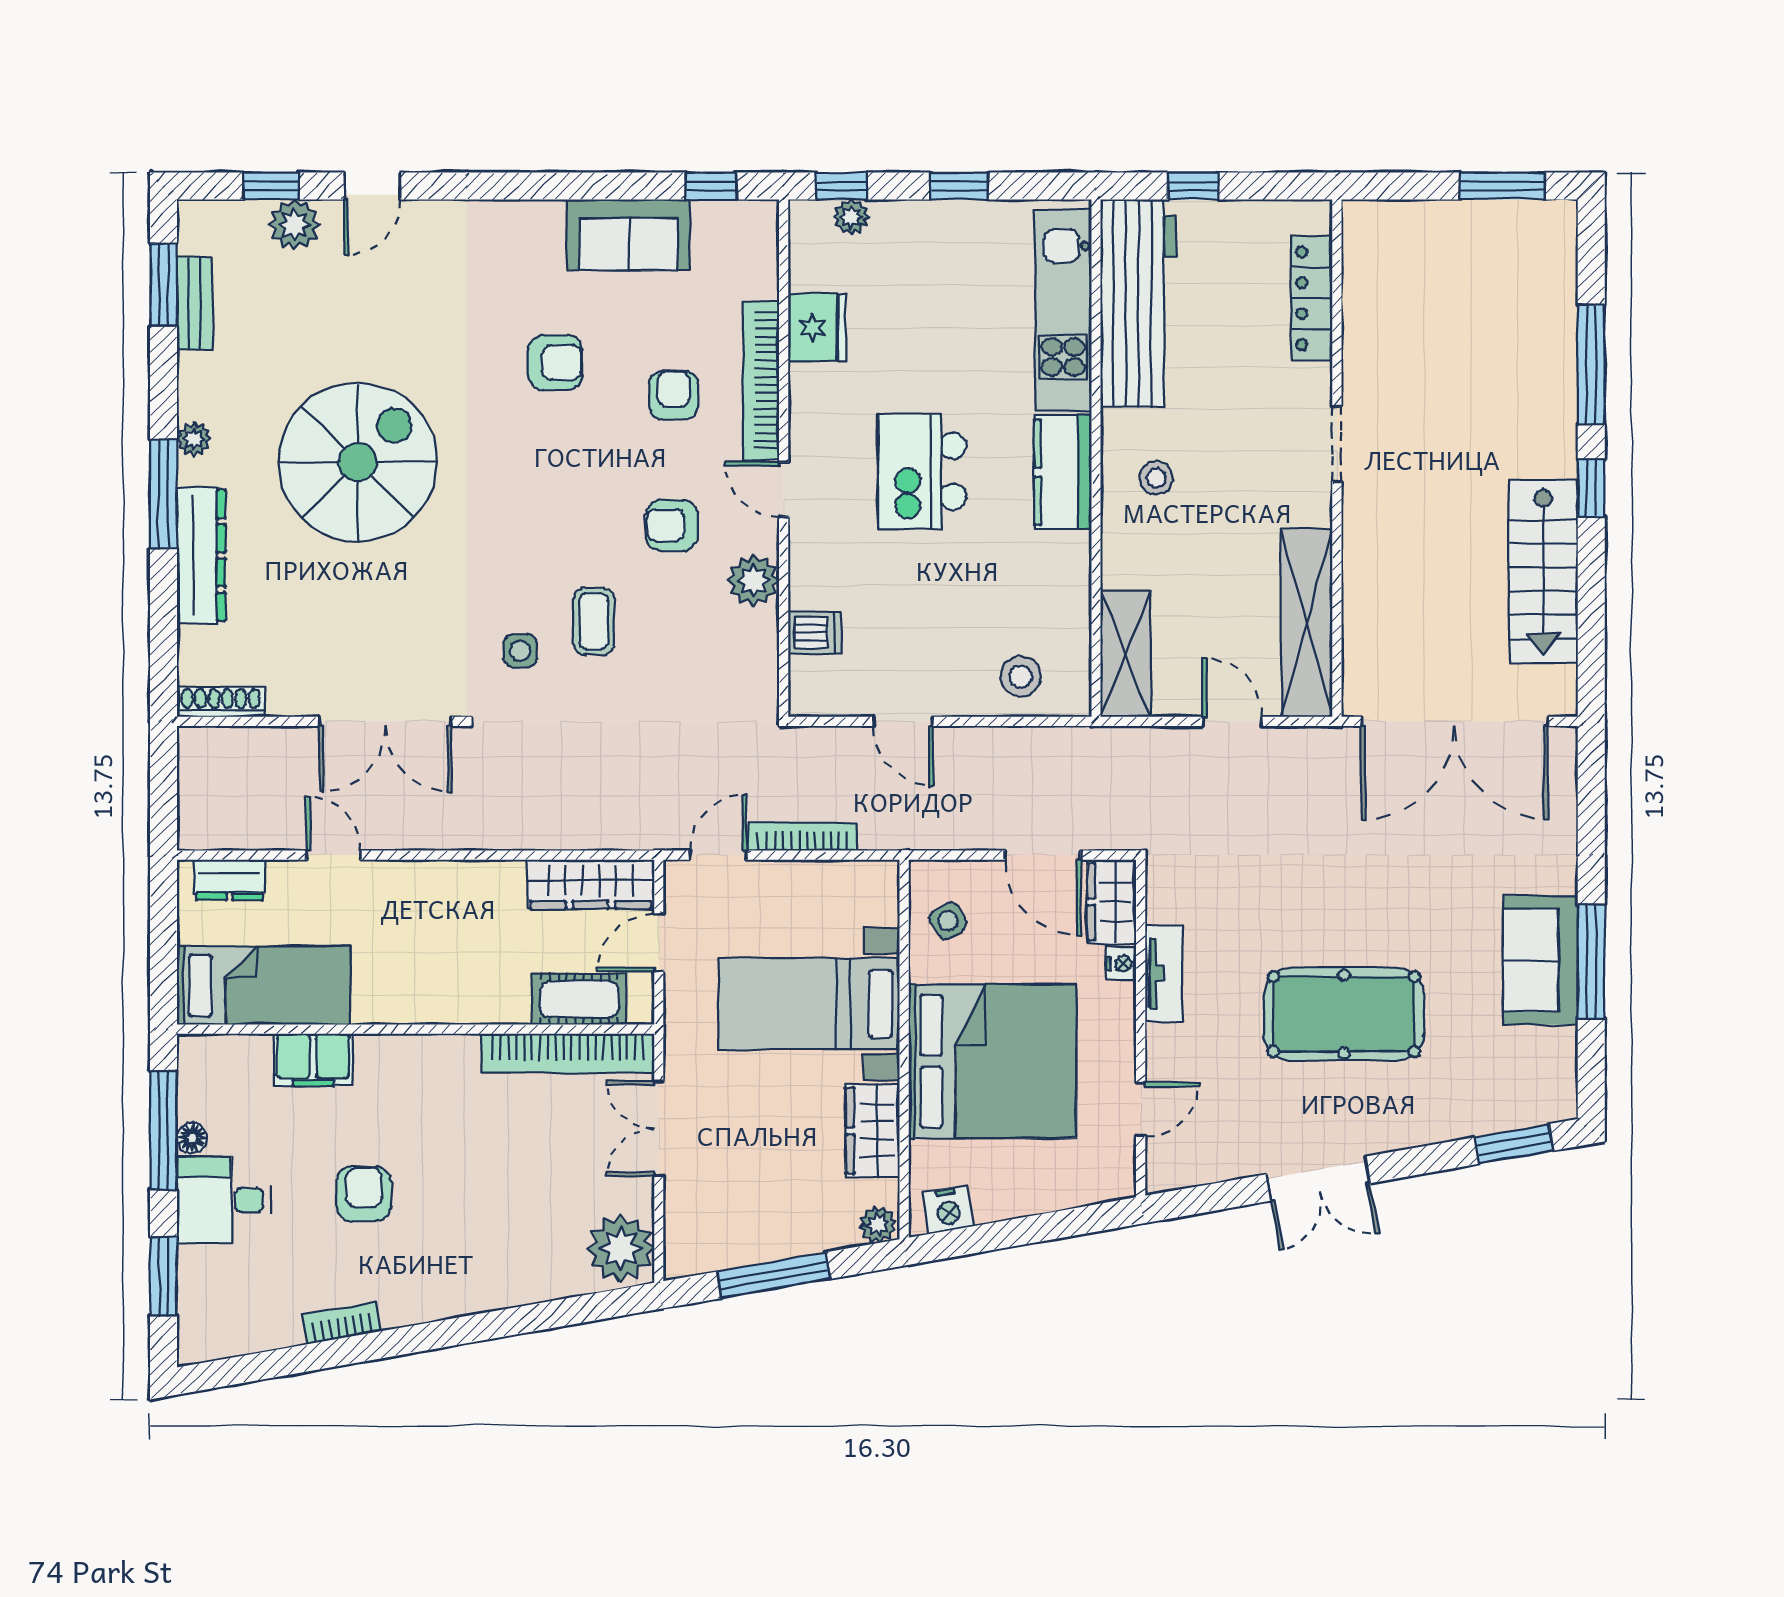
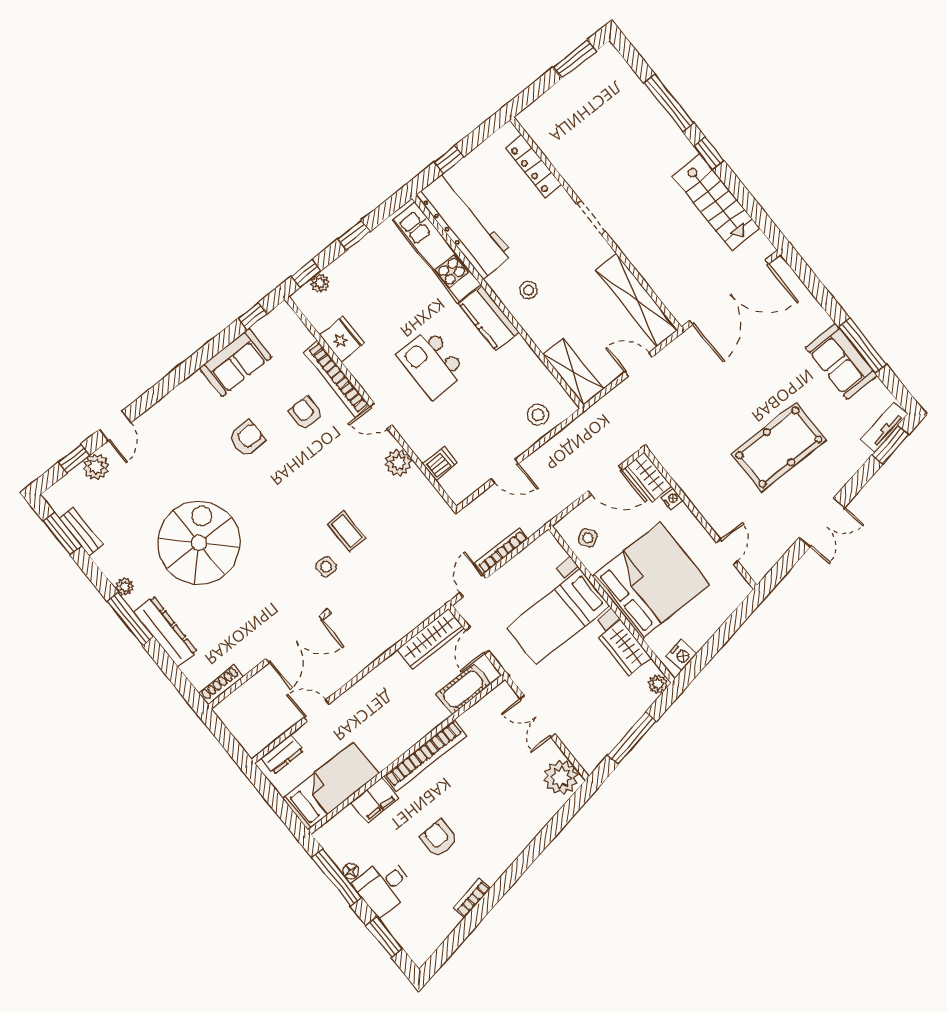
armchair: (672, 525) -> (347, 467), removed
tv unit: (1164, 973) -> (884, 427), moved, turned -100
bookcase: (568, 1053) -> (425, 756), moved

